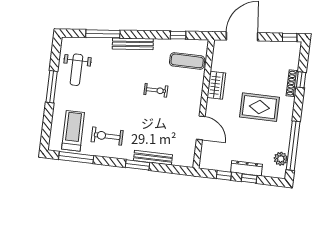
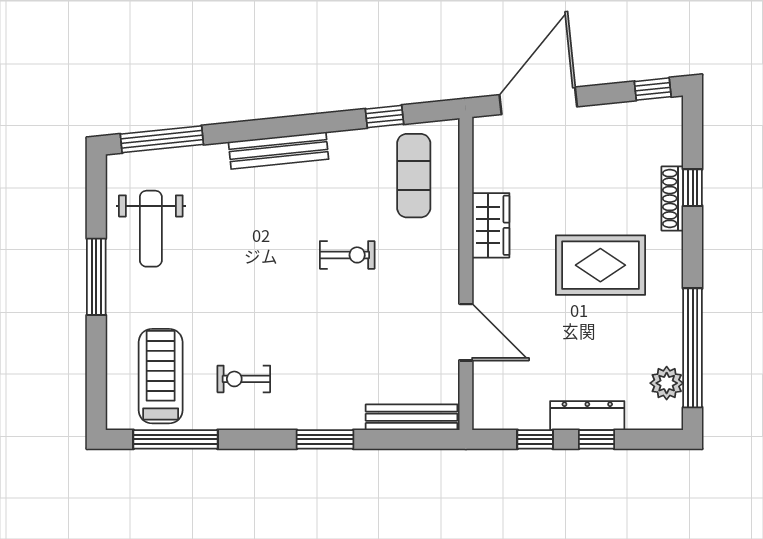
window: (103, 34) -> (162, 139), moved
exercise mat: (187, 61) -> (414, 176), turned 90
exercise bike: (107, 136) -> (244, 379), width x0.73, depth x0.72
bench: (153, 158) -> (412, 417), moved

